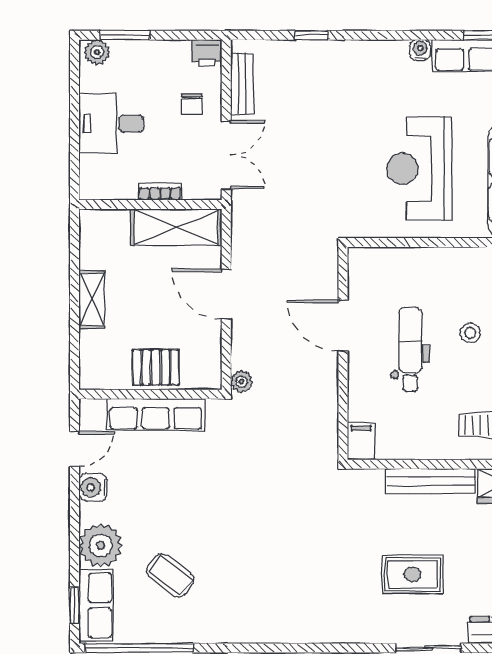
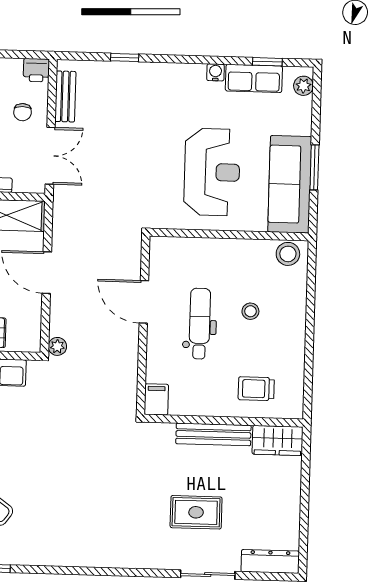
reception desk: (419, 169) -> (212, 172), turned 180

